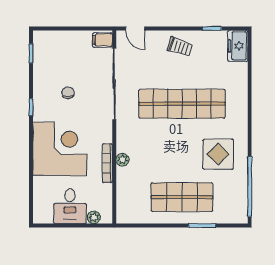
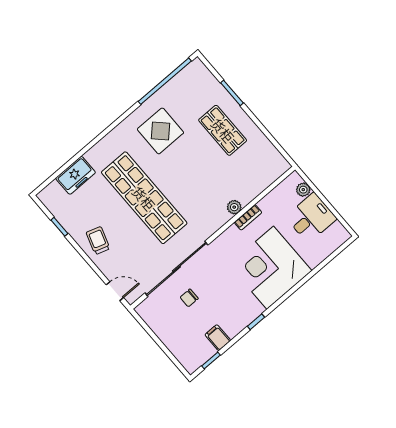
door: (135, 29) -> (115, 291), hinge flipped
filing cabinet: (103, 40) -> (218, 338), moved, turned 180
freezer: (238, 46) -> (76, 175), moved
chair: (68, 93) -> (189, 298), moved
bookcase: (107, 163) -> (248, 217), width x0.64
shop shelf: (182, 197) -> (223, 130), width x0.70, depth x0.74

